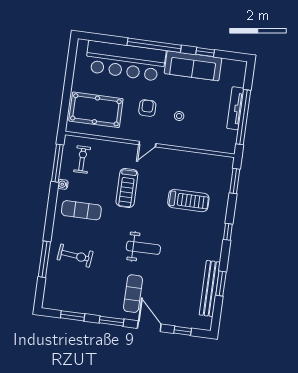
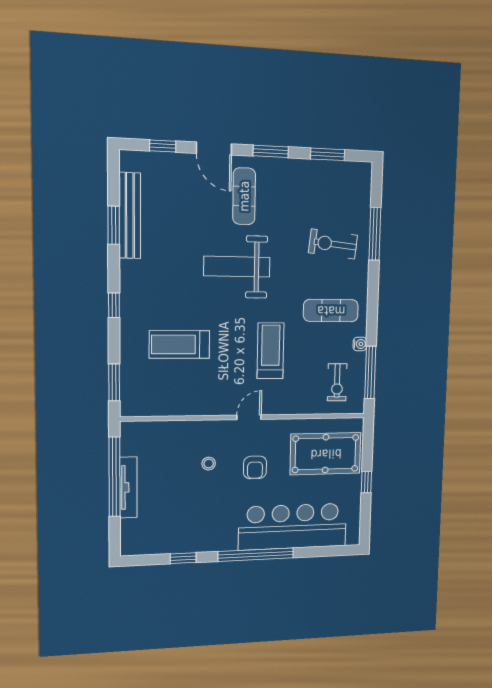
sofa: (193, 66) -> (198, 536), removed
window: (68, 84) -> (366, 482), added
weight bench: (143, 248) -> (237, 267), width x1.36, depth x1.33

